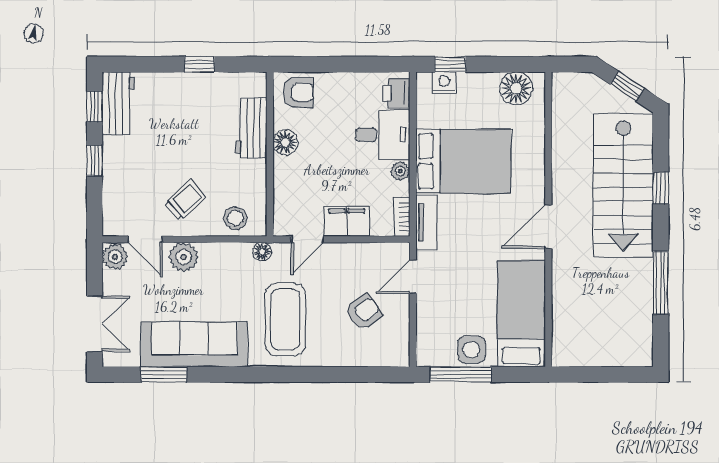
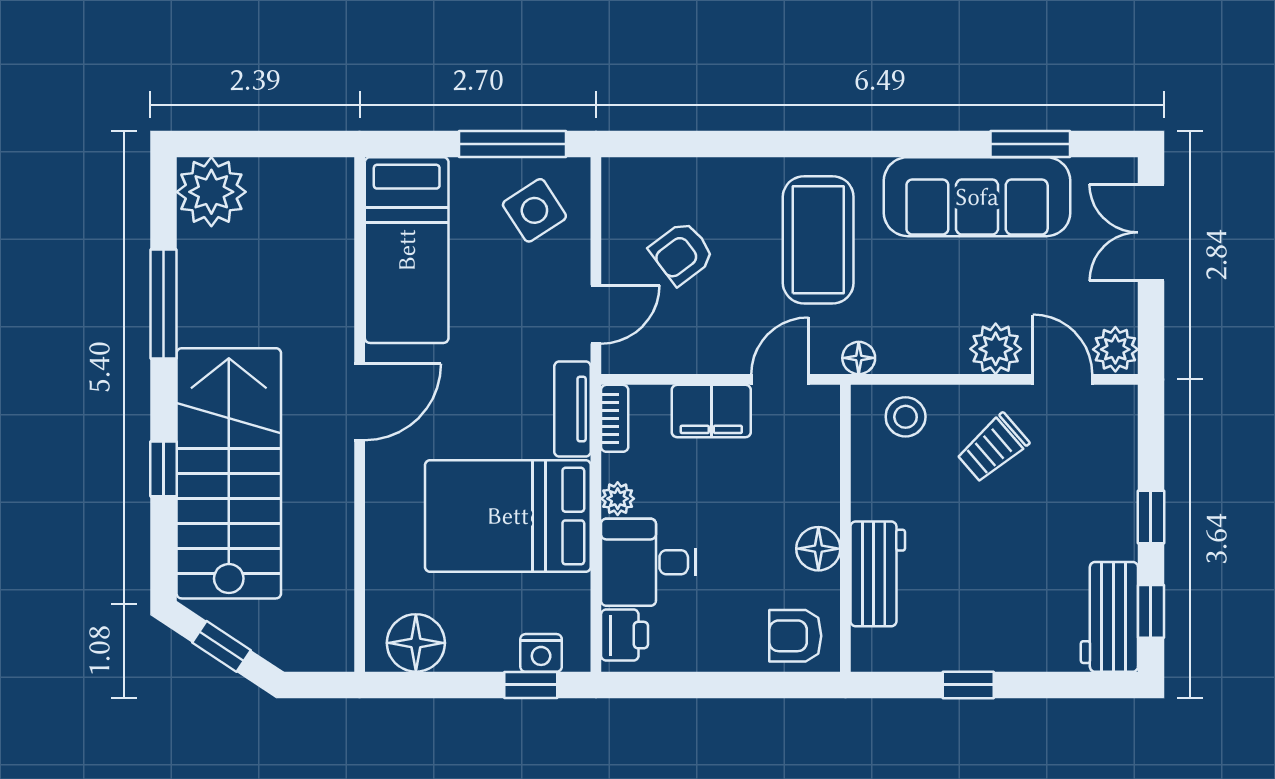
plant: (633, 347) -> (211, 192), added
side table: (471, 350) -> (534, 210), moved, turned -33

